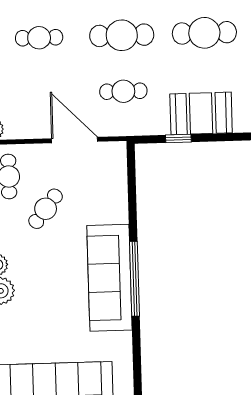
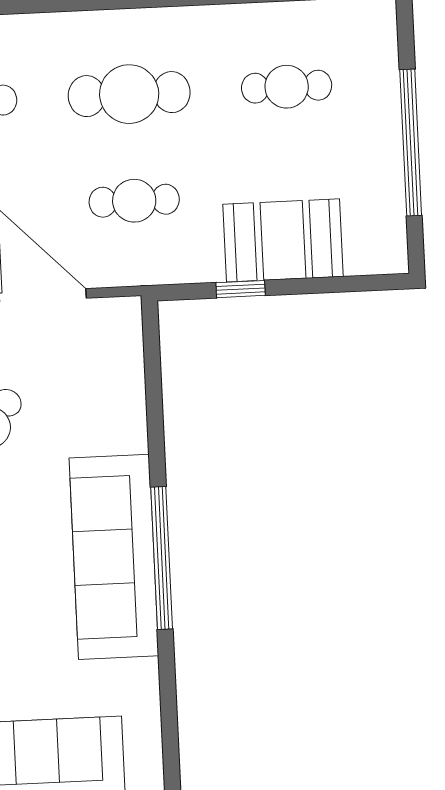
cafe table: (204, 33) -> (287, 87), width x0.73, depth x0.74

